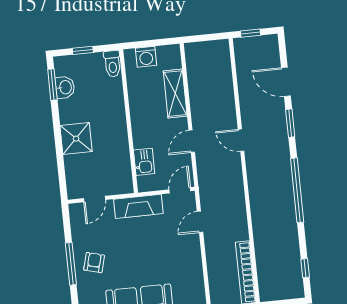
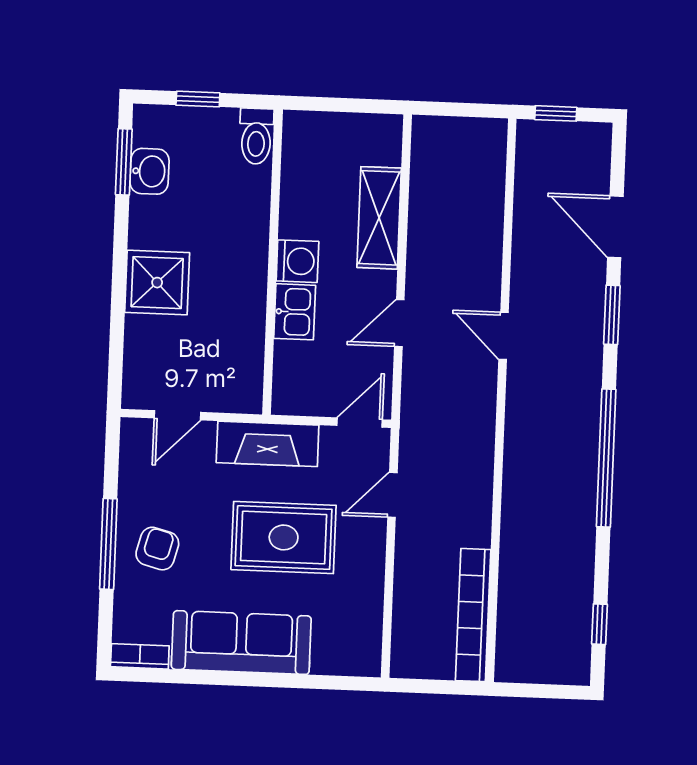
washing machine: (146, 57) -> (297, 261), moved, turned -90
kitchen sink: (144, 162) -> (295, 312), moved
rug: (152, 249) -> (284, 537), added

